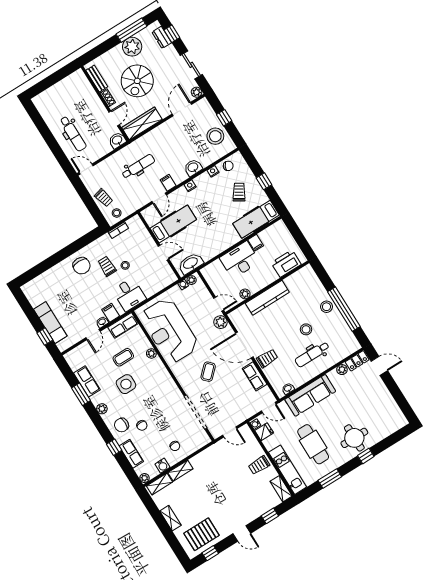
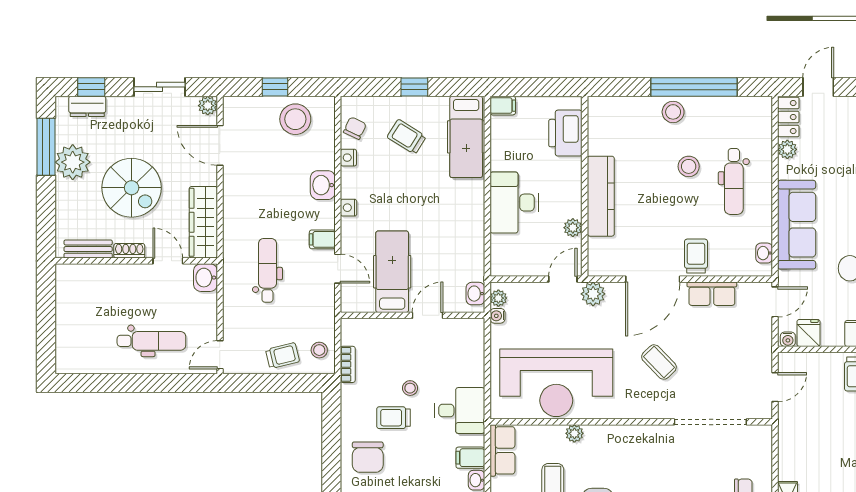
filing cabinet: (256, 243) -> (503, 106), moved
washbasin: (191, 263) -> (475, 294), width x0.52, depth x0.69
chair: (82, 266) -> (368, 457), turned 90

